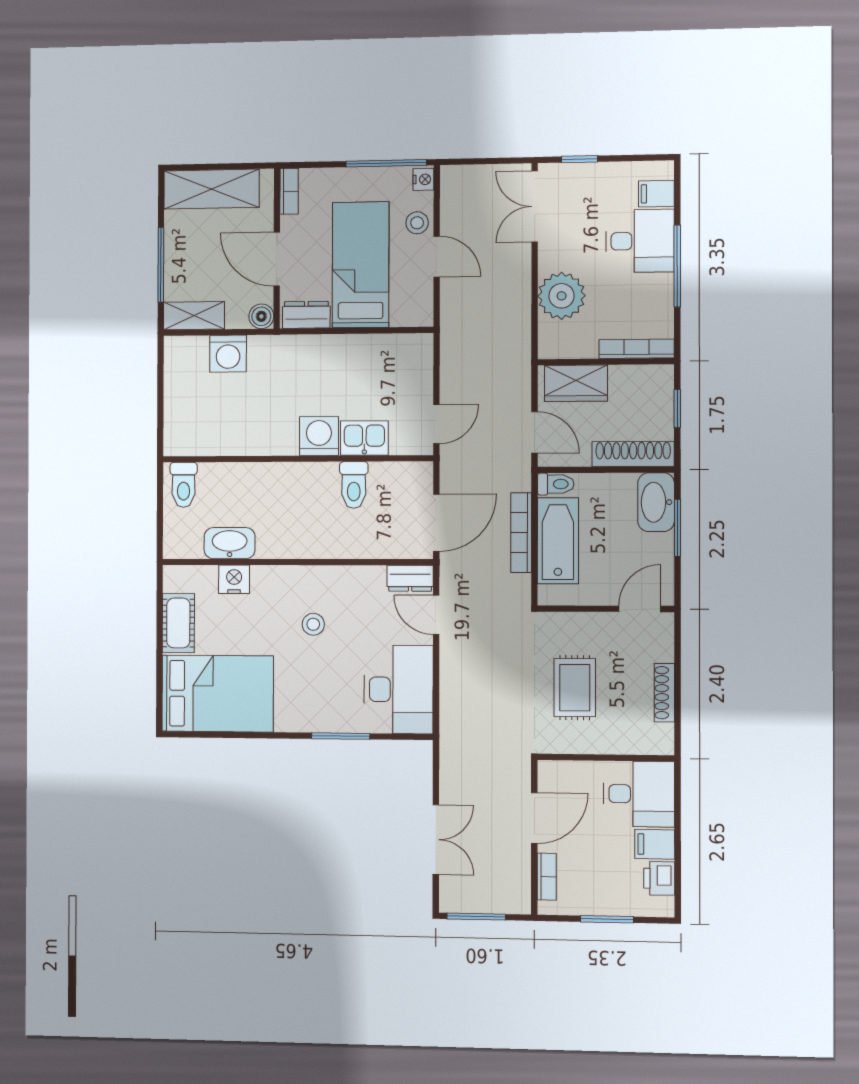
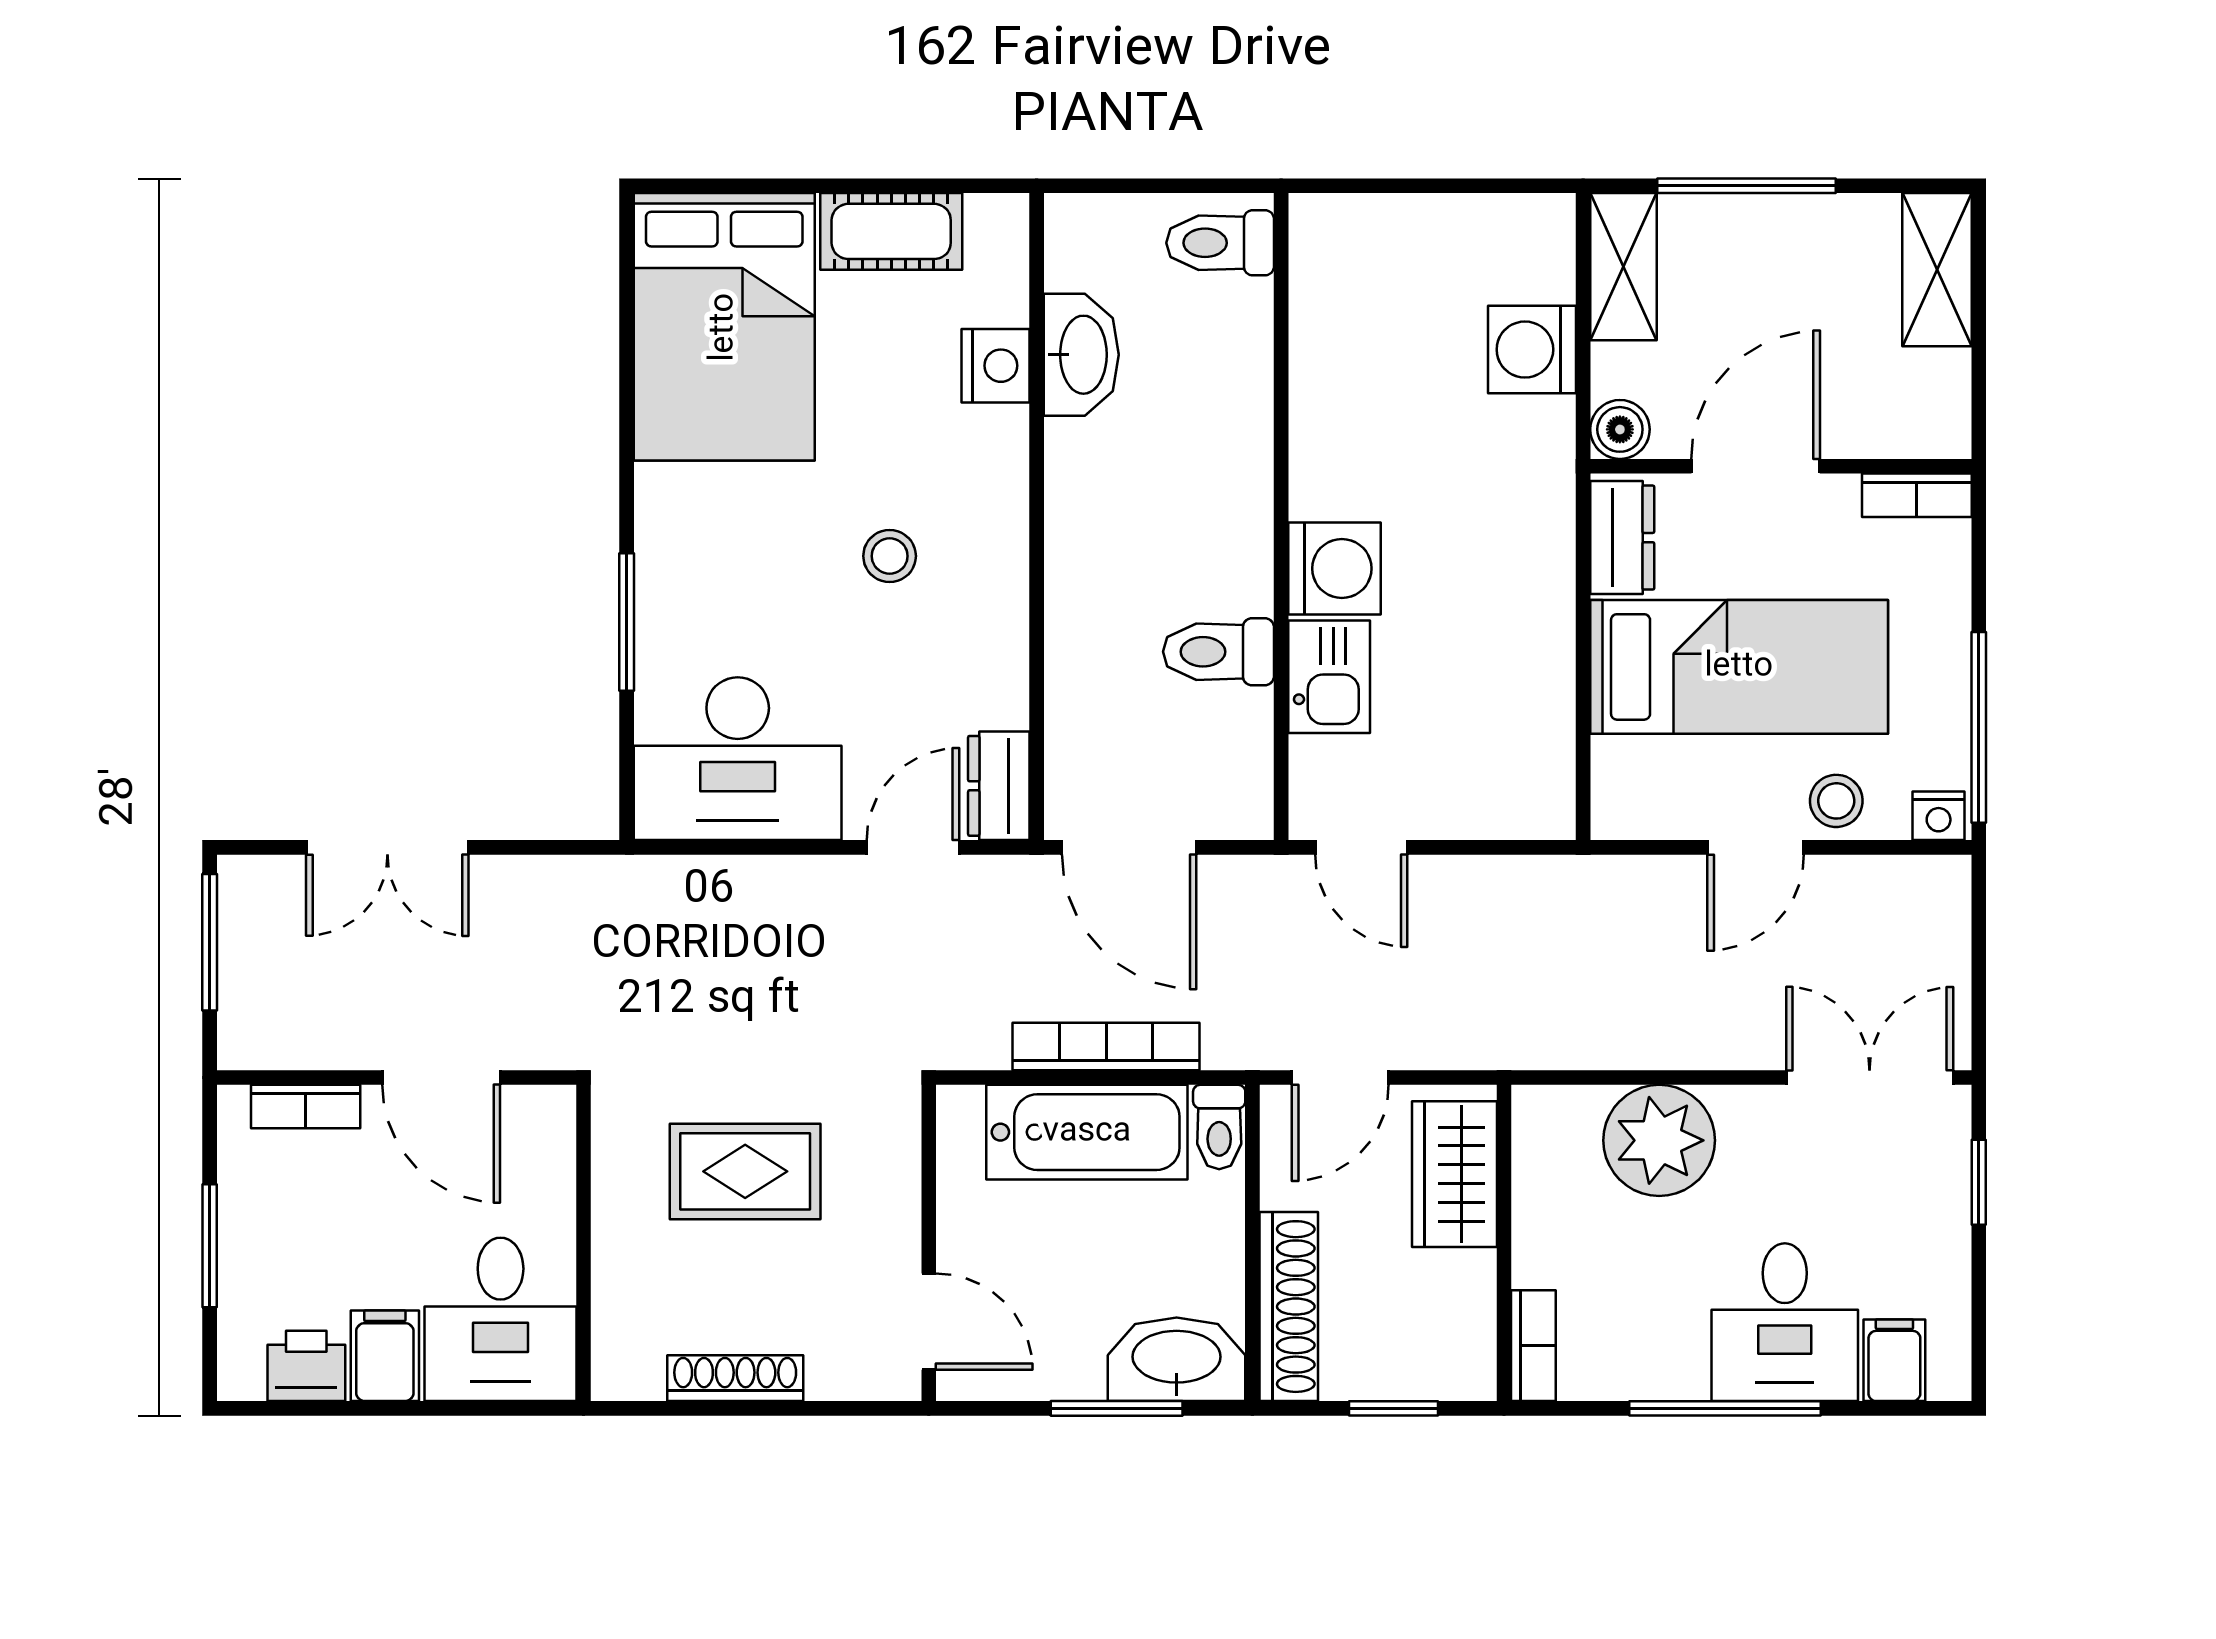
shelving: (211, 189) -> (1937, 270), width x0.67, depth x0.75
bookcase: (637, 349) -> (1533, 1346), width x0.64

